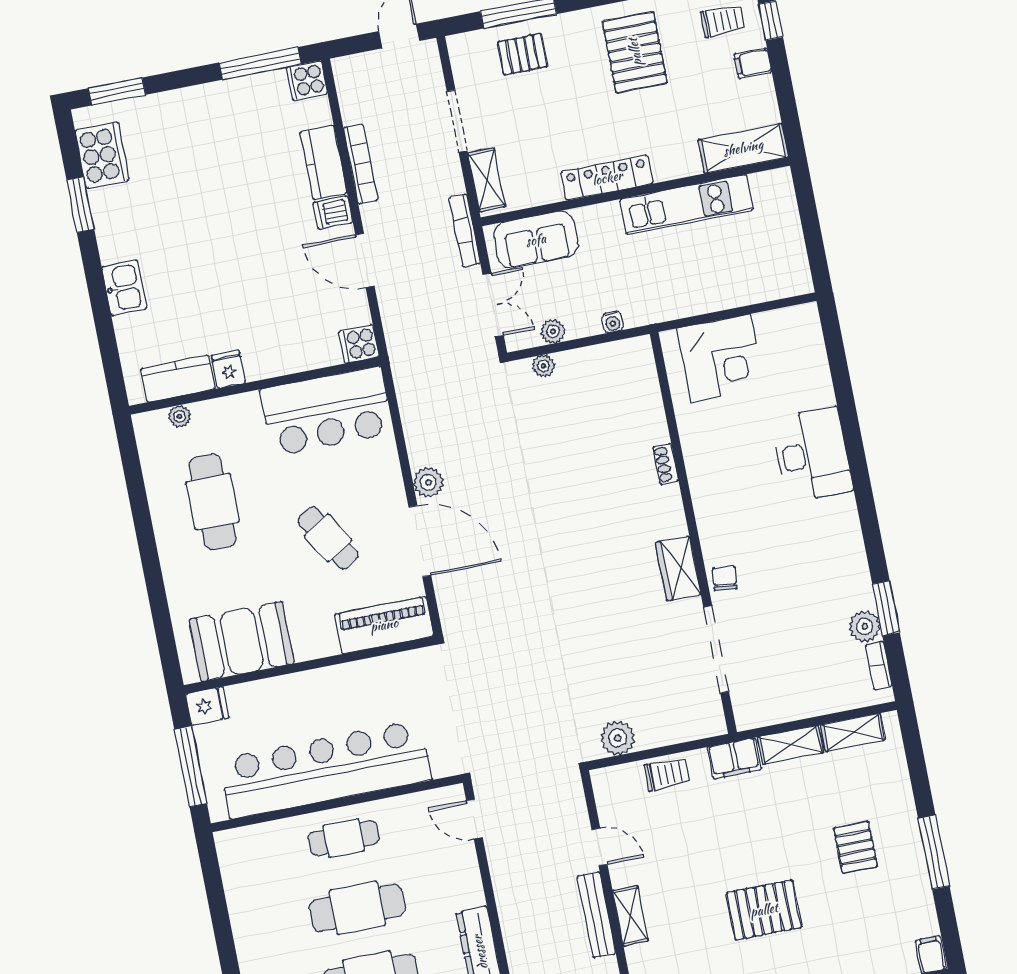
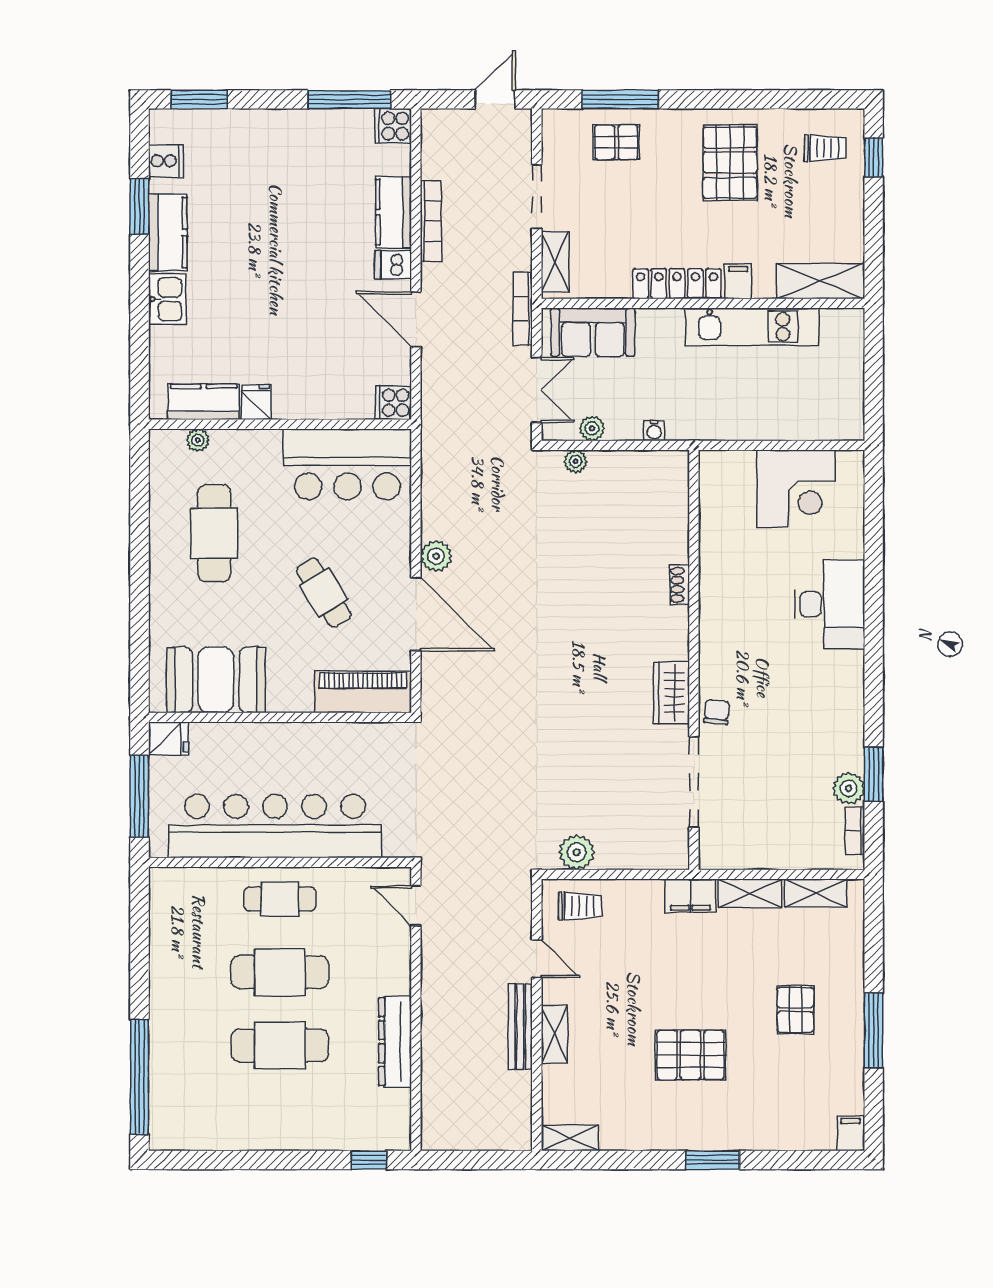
filing cabinet: (753, 63) -> (738, 281), moved, turned 90
cooker: (102, 155) -> (166, 161), width x0.53, depth x0.76
kitchen counter: (112, 224) -> (168, 232), added
corner desk: (721, 358) -> (796, 489), moved
trolley: (667, 774) -> (580, 906), moved

